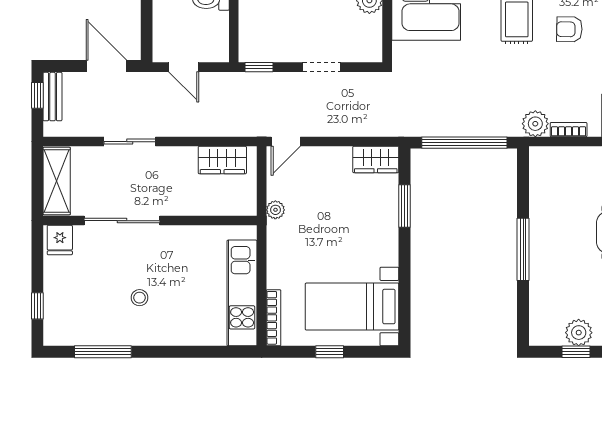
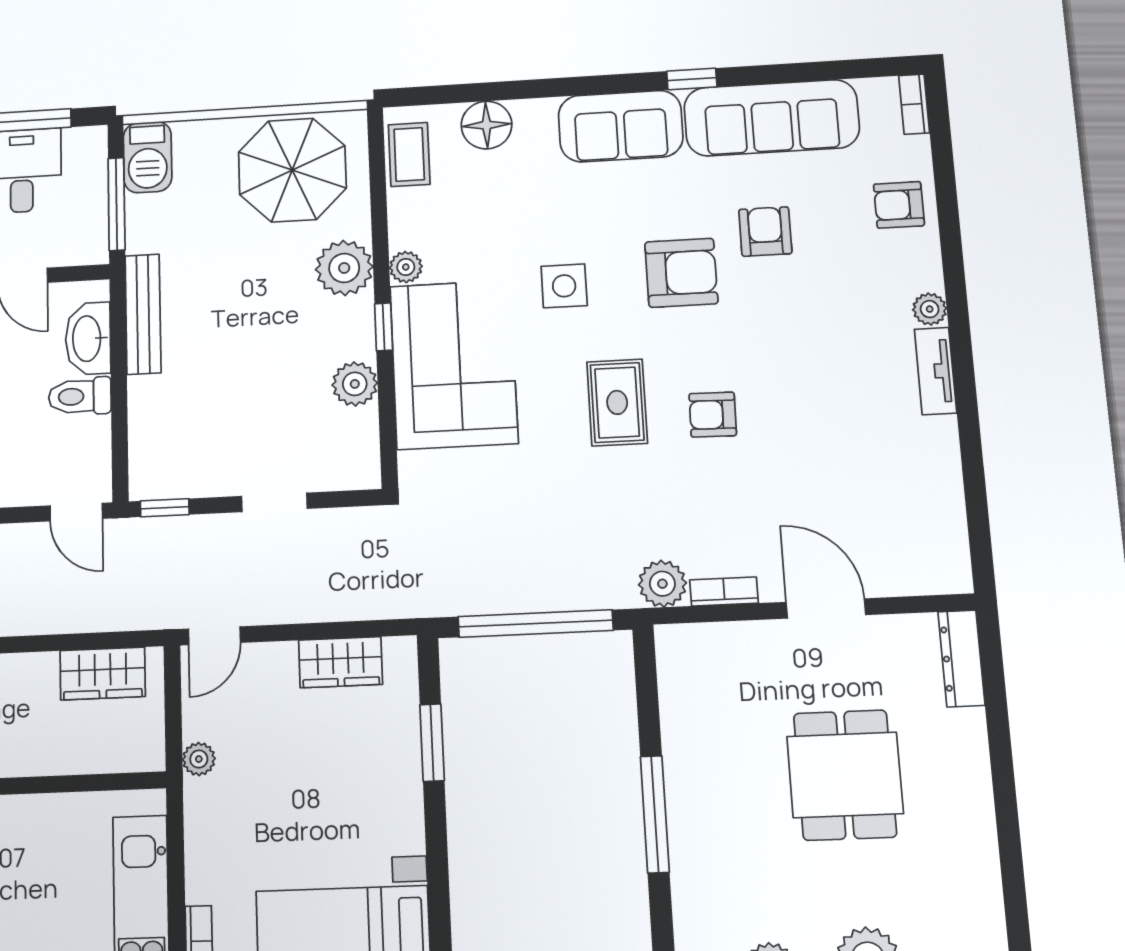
door: (184, 67) -> (76, 512), moved
wardrobe: (376, 159) -> (341, 662), moved

